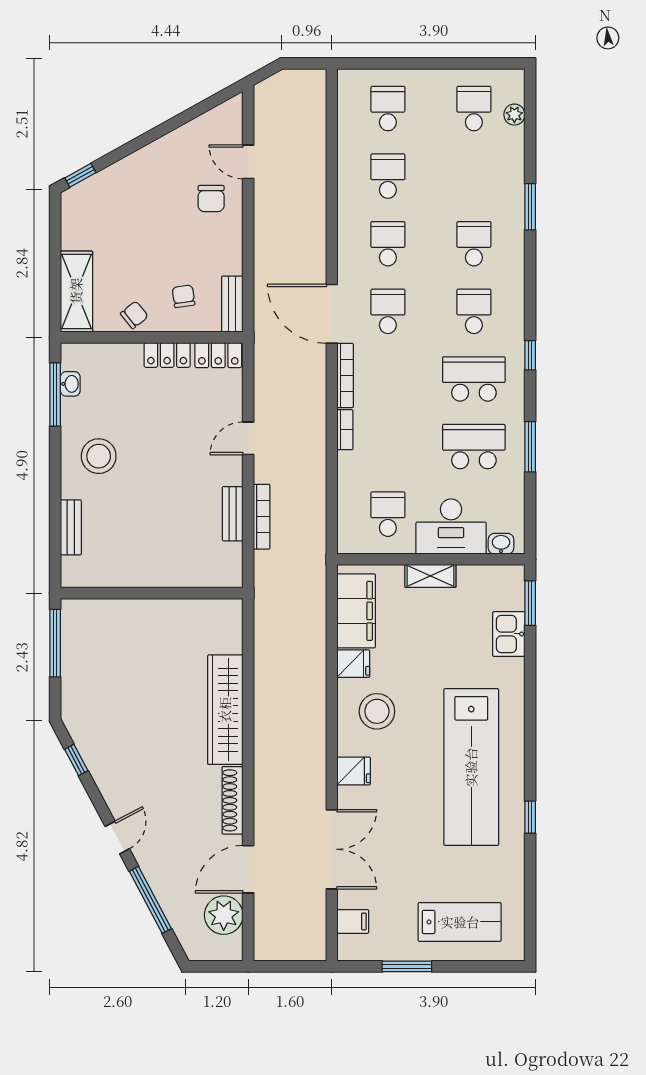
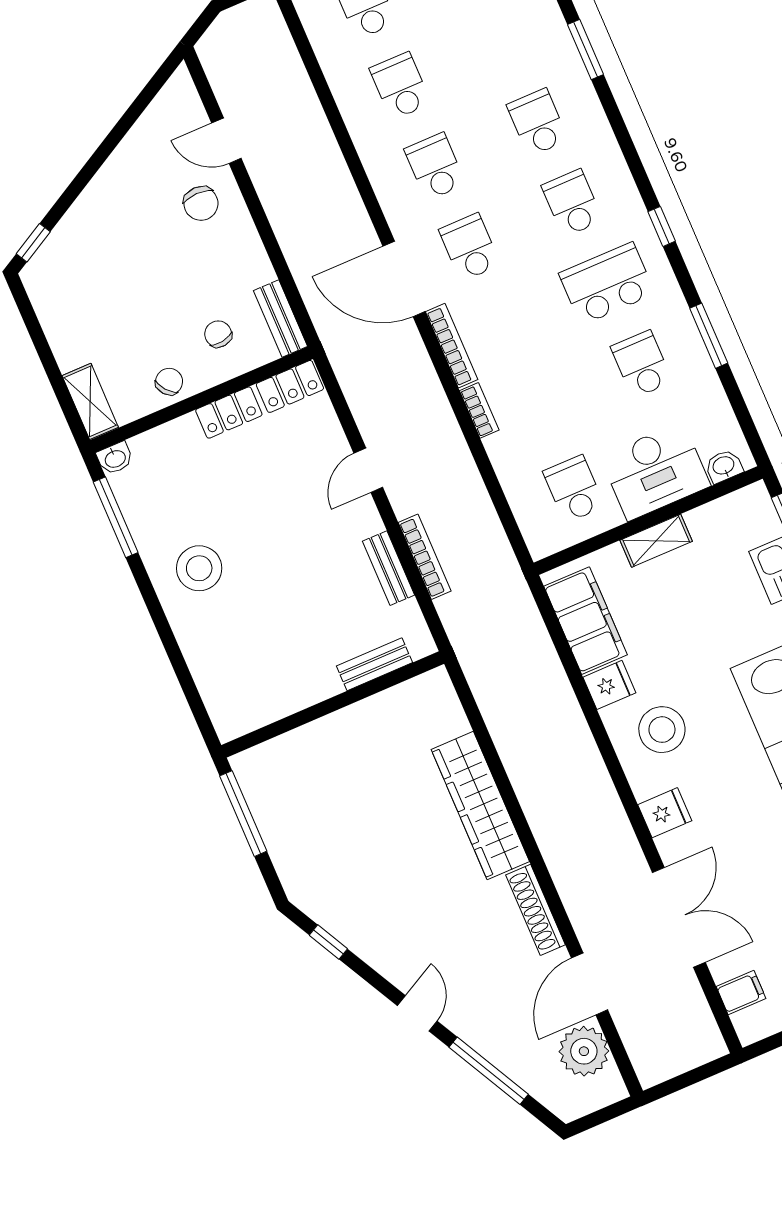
shelving: (76, 291) -> (90, 401), width x0.67, depth x0.75
washbasin: (70, 384) -> (115, 458), moved, turned 90
school desk: (474, 447) -> (642, 364), width x0.54
bench: (71, 527) -> (374, 664), moved, turned 90

